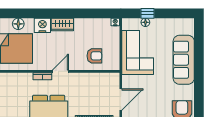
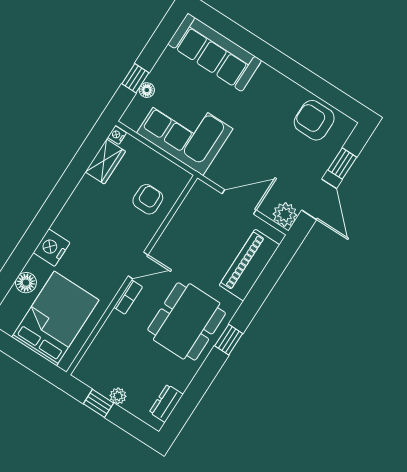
wardrobe: (62, 24) -> (105, 162), moved
sofa: (184, 60) -> (215, 52), moved
door: (60, 71) -> (138, 265), swing flipped
door: (121, 100) -> (239, 202), hinge flipped

